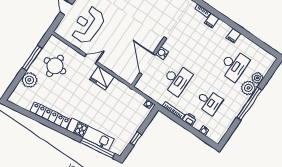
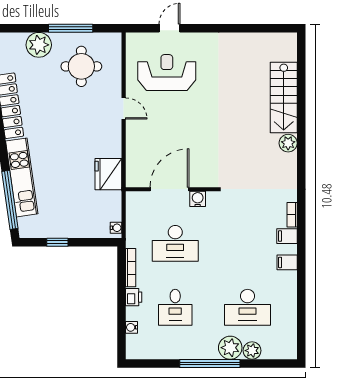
filing cabinet: (234, 36) -> (287, 262), moved
fridge: (102, 78) -> (108, 174), moved

